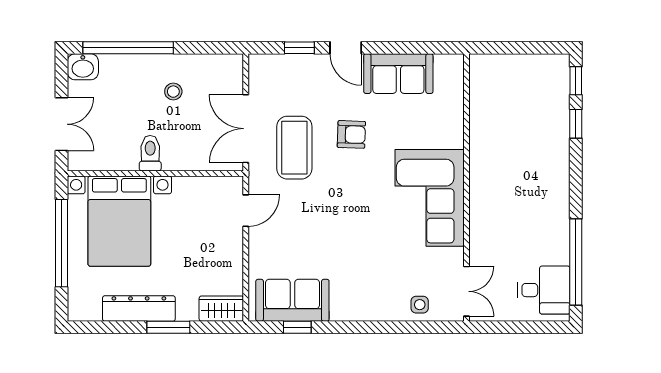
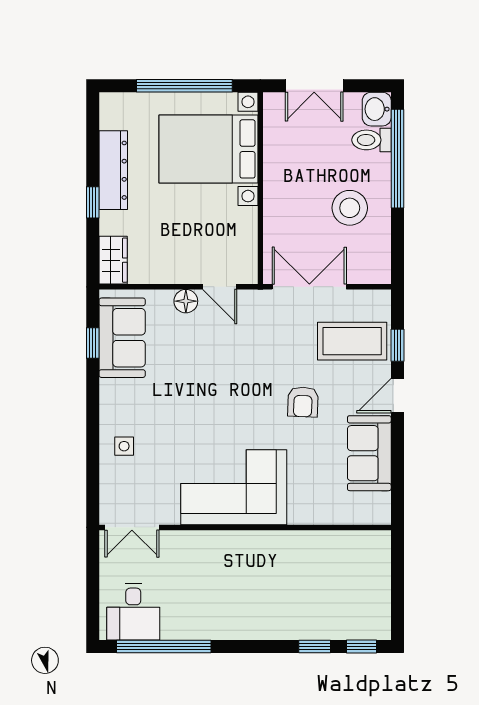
stool: (173, 92) -> (350, 208), width x1.89, depth x1.89
coffee table: (294, 148) -> (352, 341), moved
toilet: (150, 153) -> (371, 140), moved, turned 180
floor lamp: (259, 242) -> (186, 301), added
side table: (420, 305) -> (124, 446), moved
window: (168, 327) -> (93, 202), width x0.67

